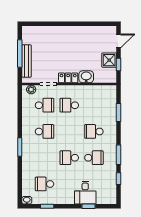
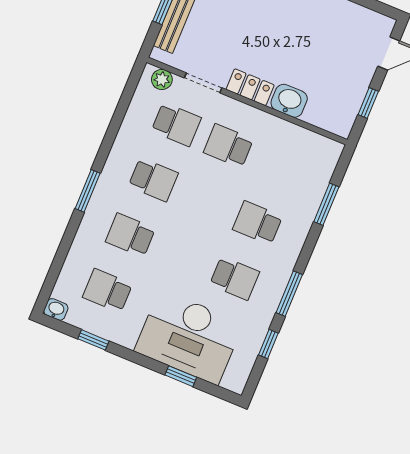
shower: (109, 60) -> (352, 86), removed
school desk: (69, 158) -> (130, 235), moved
desk: (85, 193) -> (189, 337), width x1.87, depth x1.30

